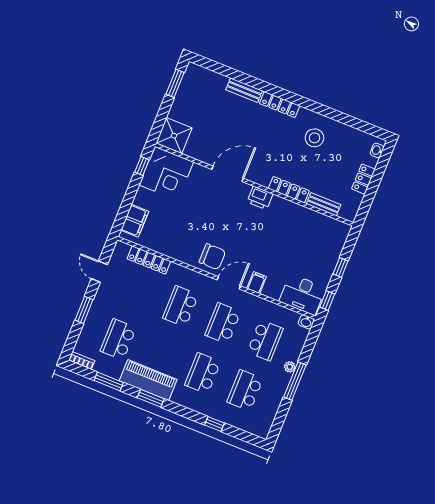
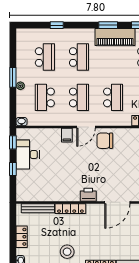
bench: (324, 204) -> (38, 208), width x1.36
desk: (302, 294) -> (28, 154), moved, turned -90
window: (295, 381) -> (13, 77), width x0.69

